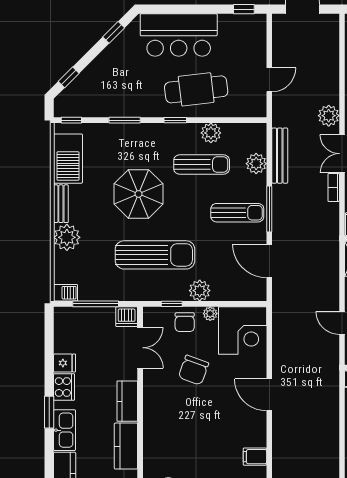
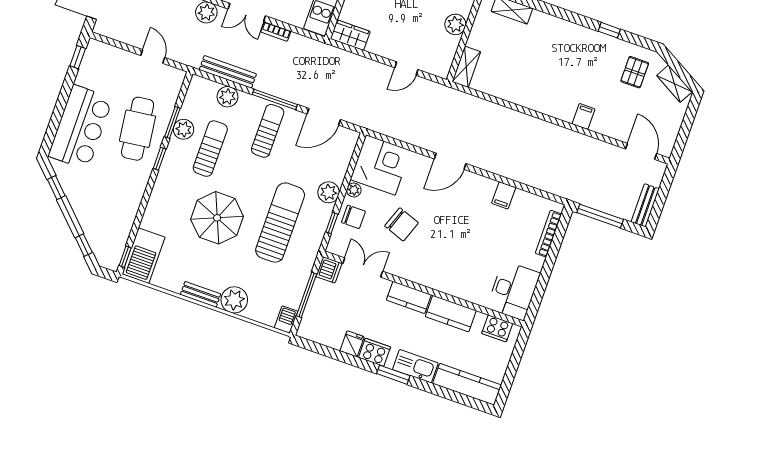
window: (125, 120) -> (172, 122), moved
barbecue: (68, 159) -> (143, 256), moved, turned 90

